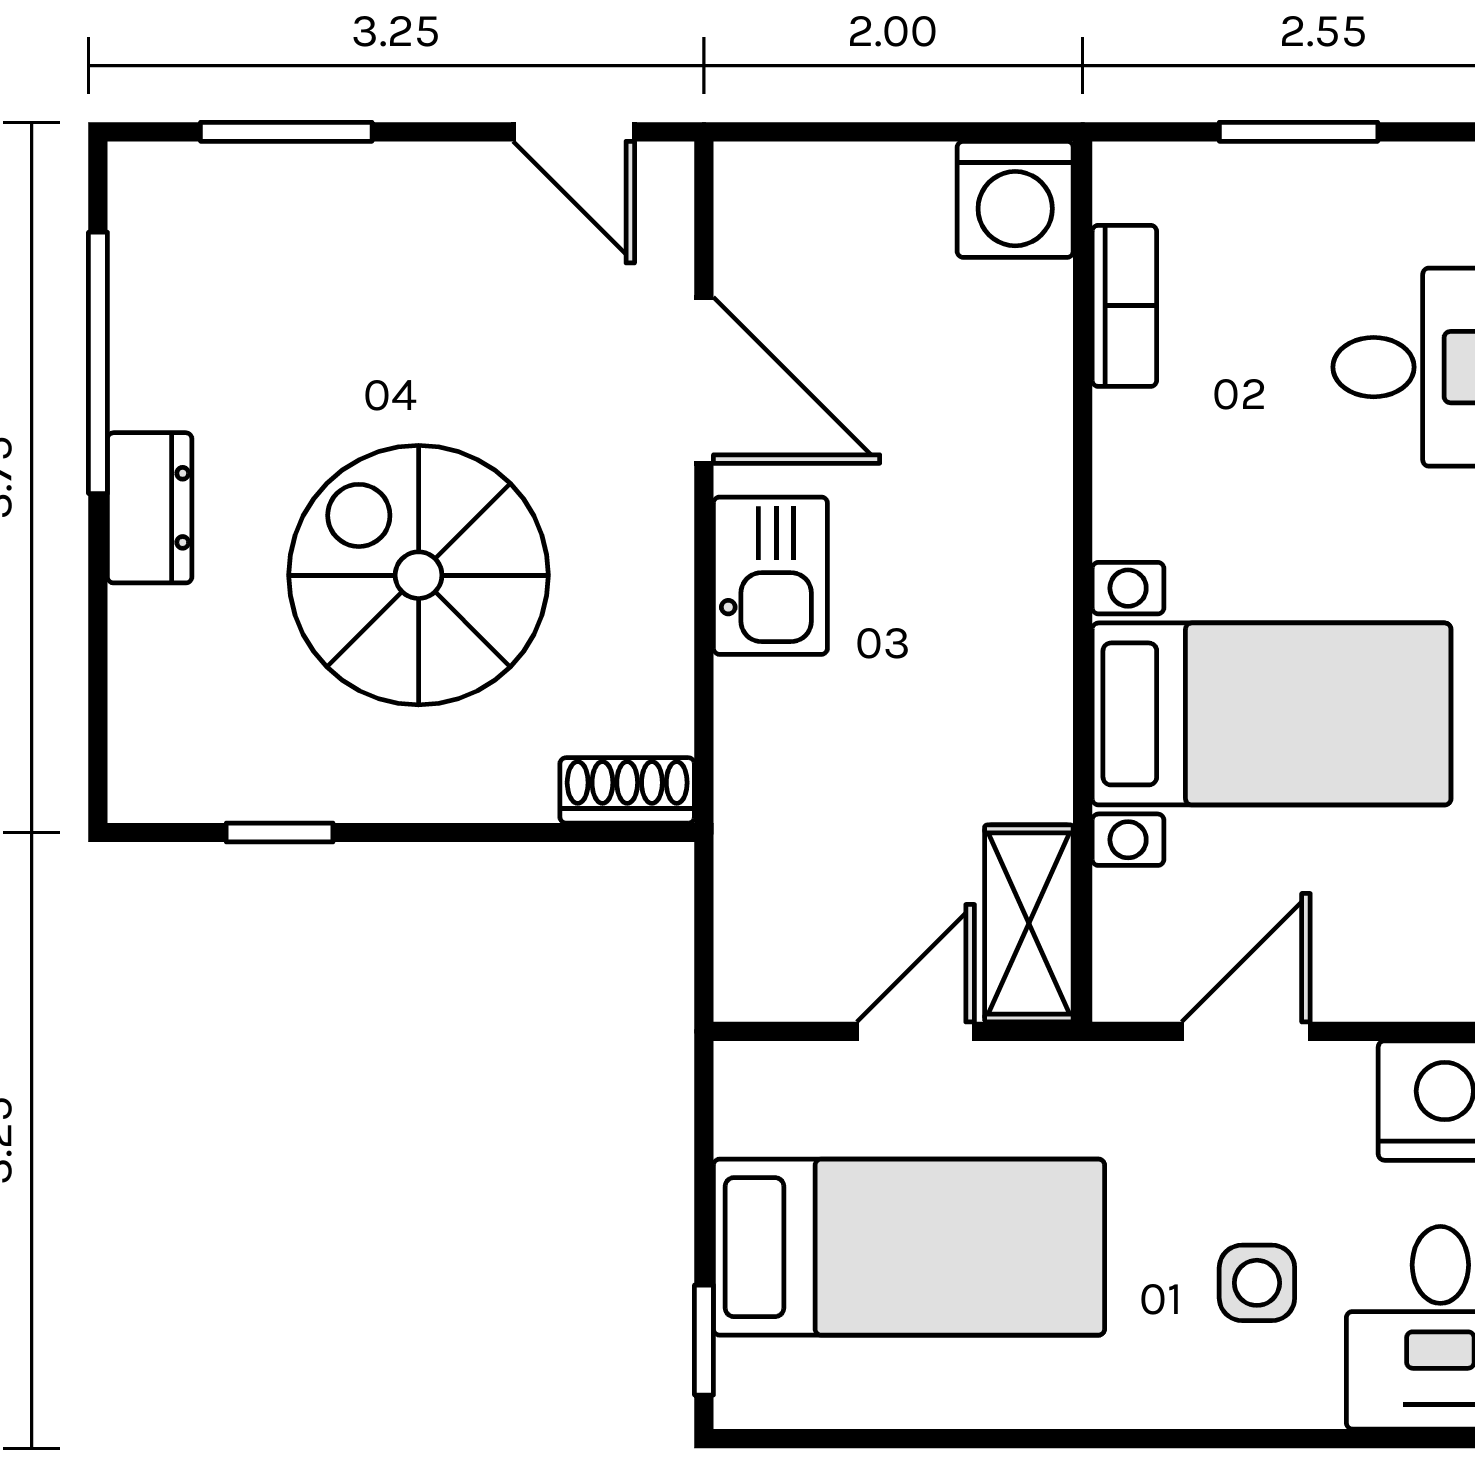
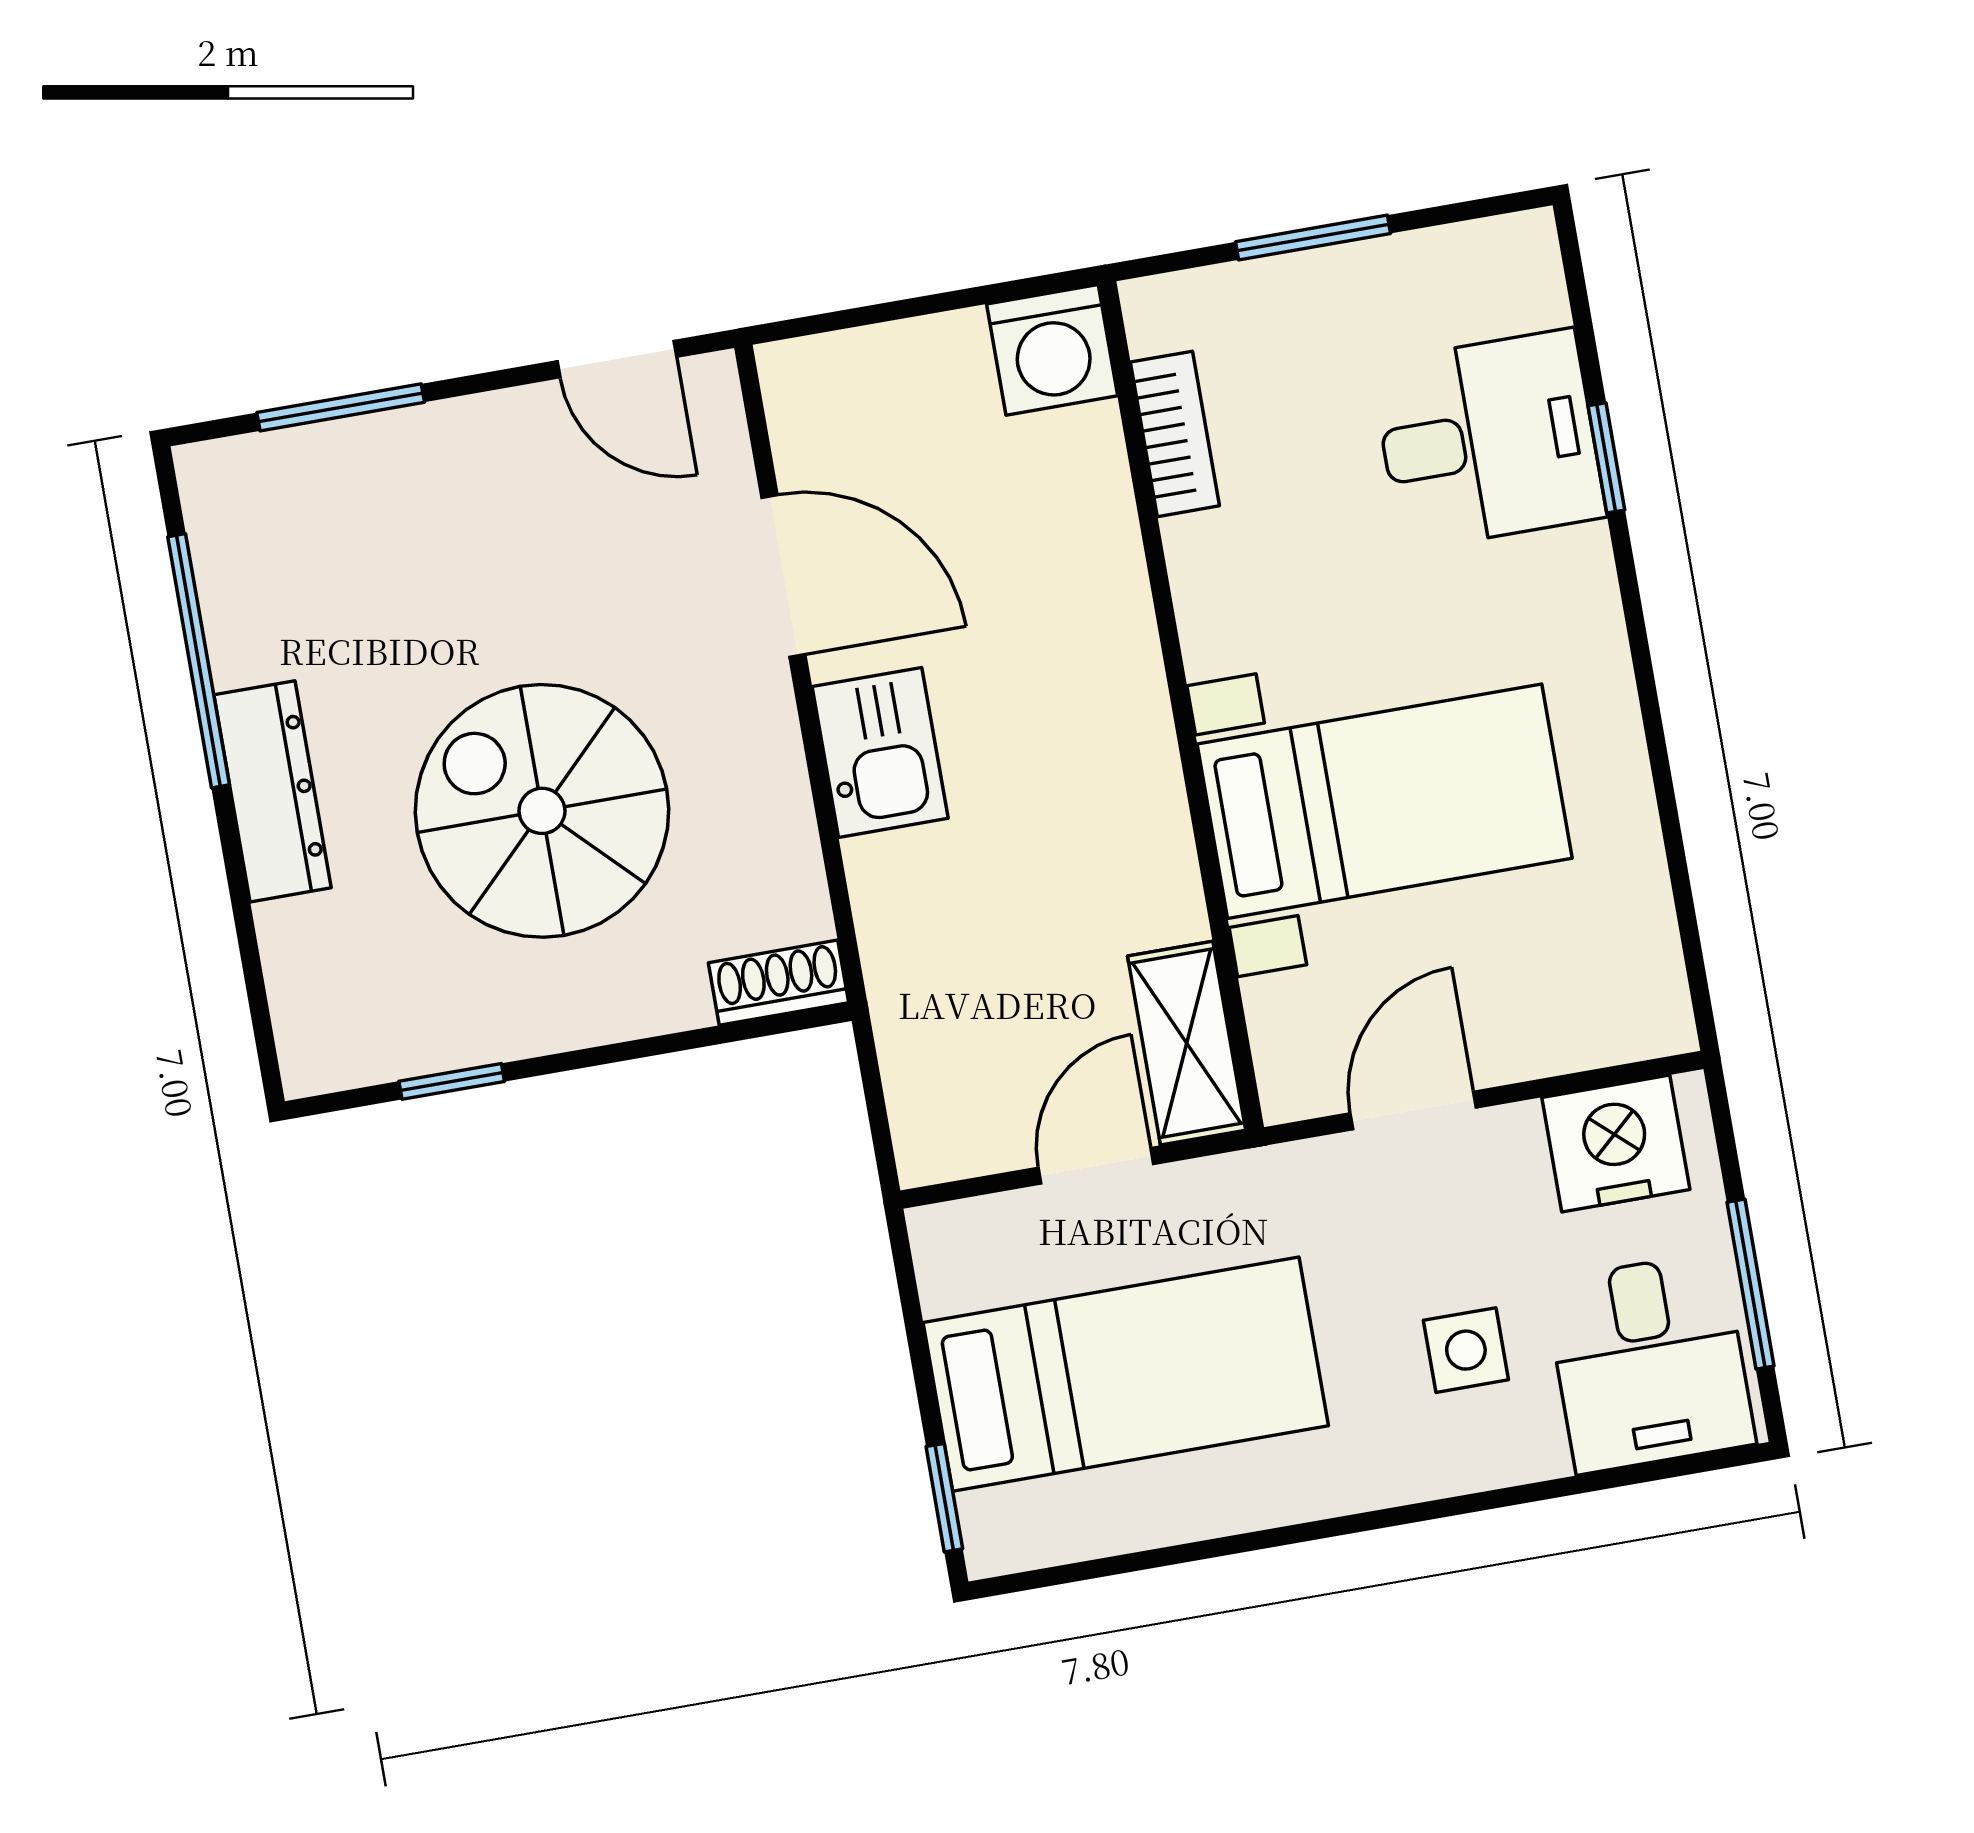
dresser: (150, 508) -> (272, 791), width x1.44

